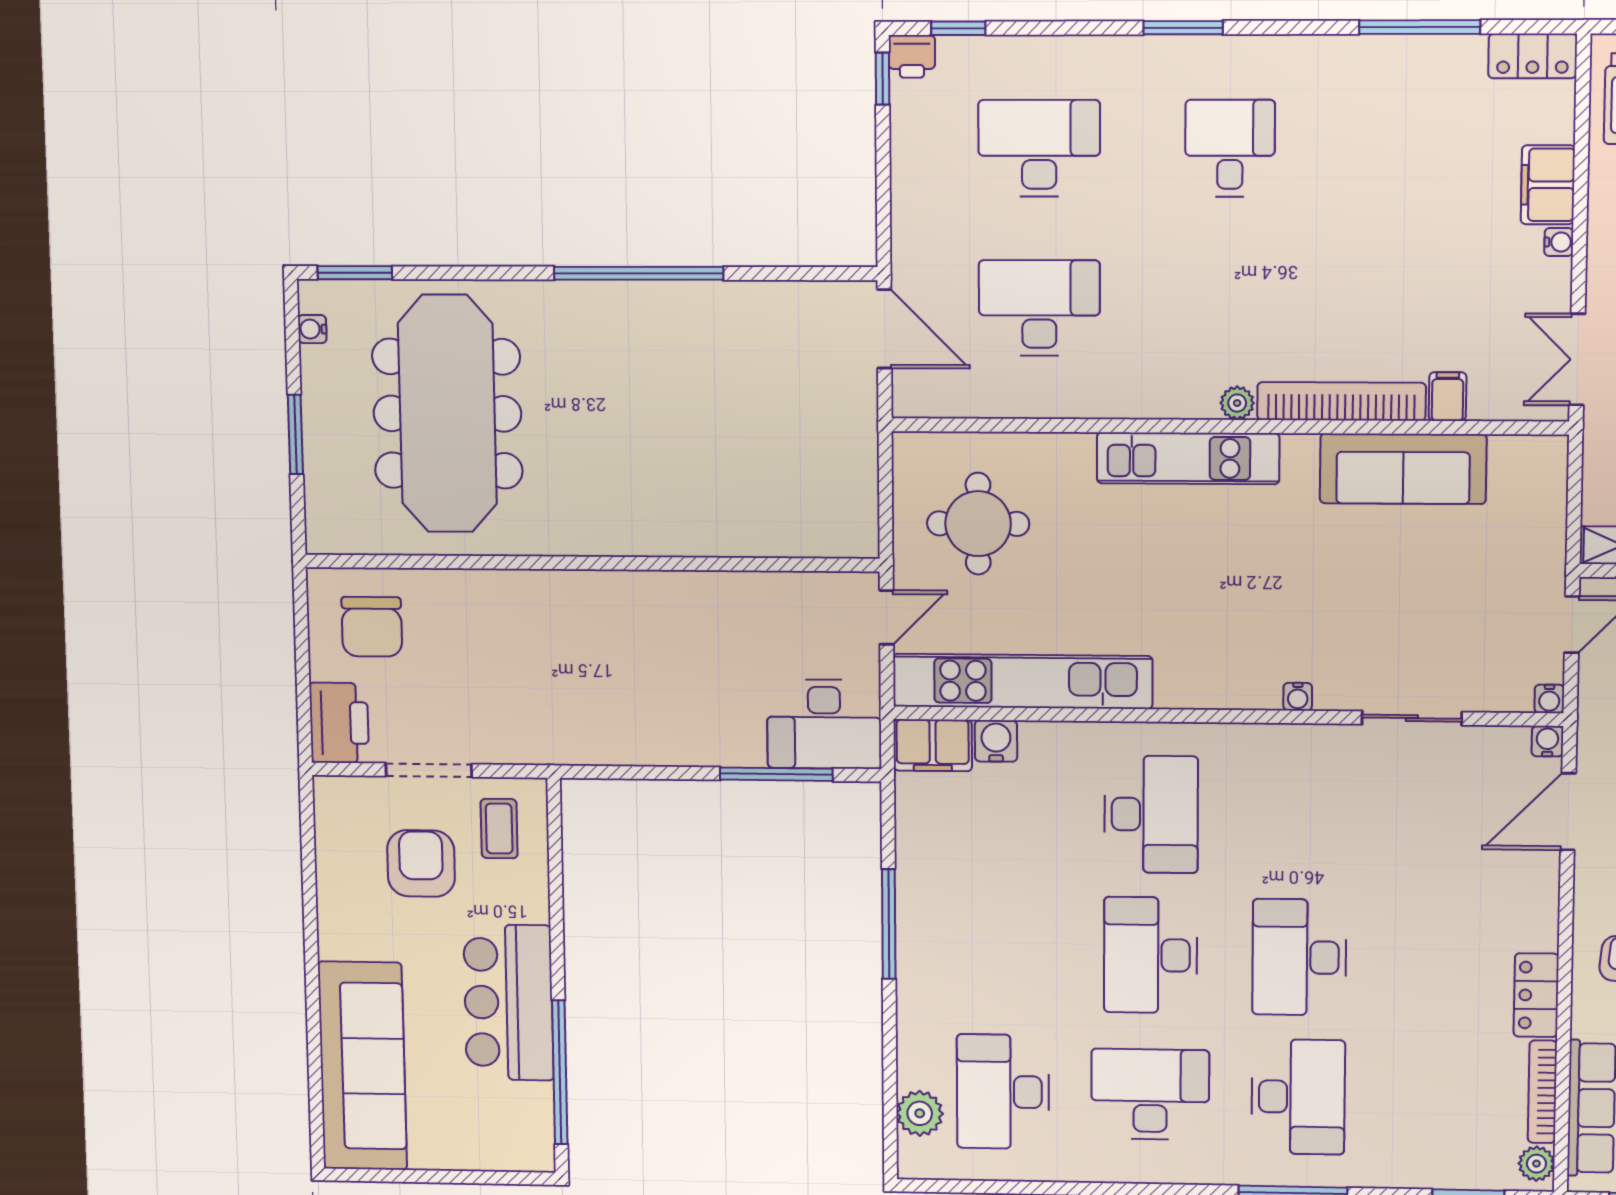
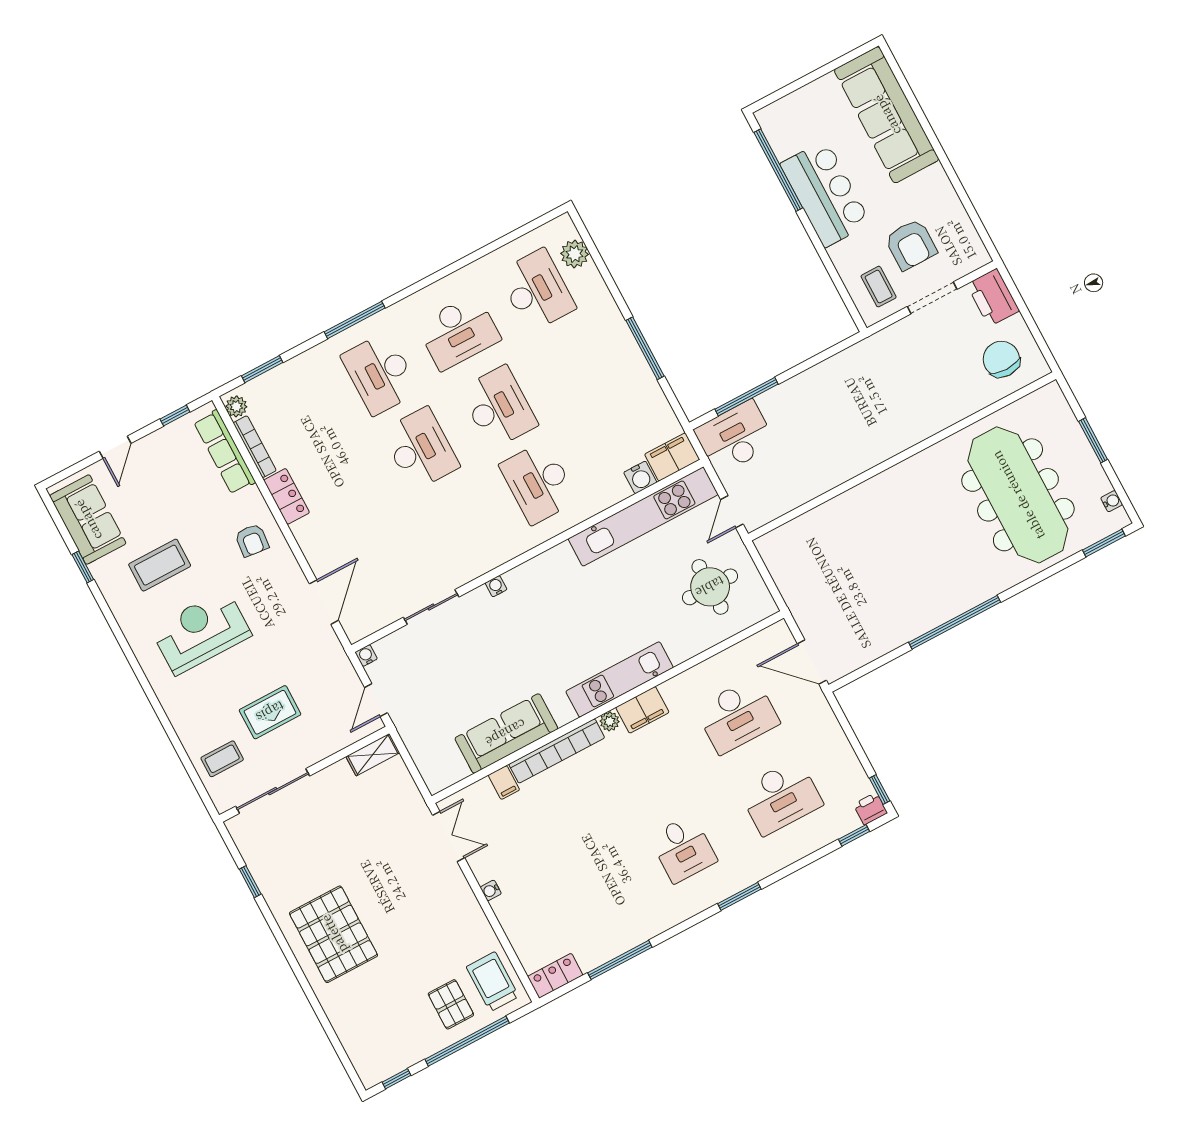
filing cabinet: (1548, 185) -> (642, 710), moved, turned 90
water cooler: (1547, 741) -> (355, 633), removed

